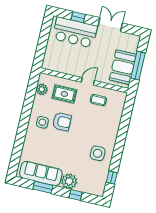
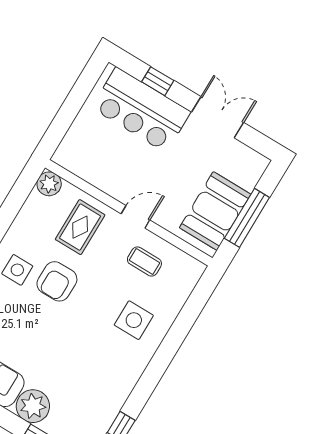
plant: (42, 89) -> (49, 184), moved
rug: (64, 94) -> (80, 227), turned 90
armchair: (62, 122) -> (57, 281), turned 90
side table: (98, 153) -> (134, 320), moved

